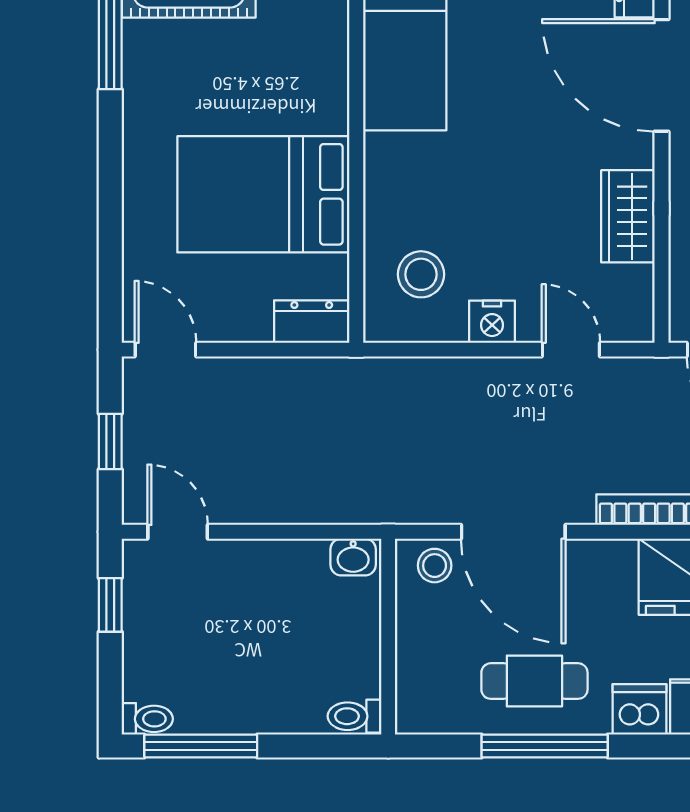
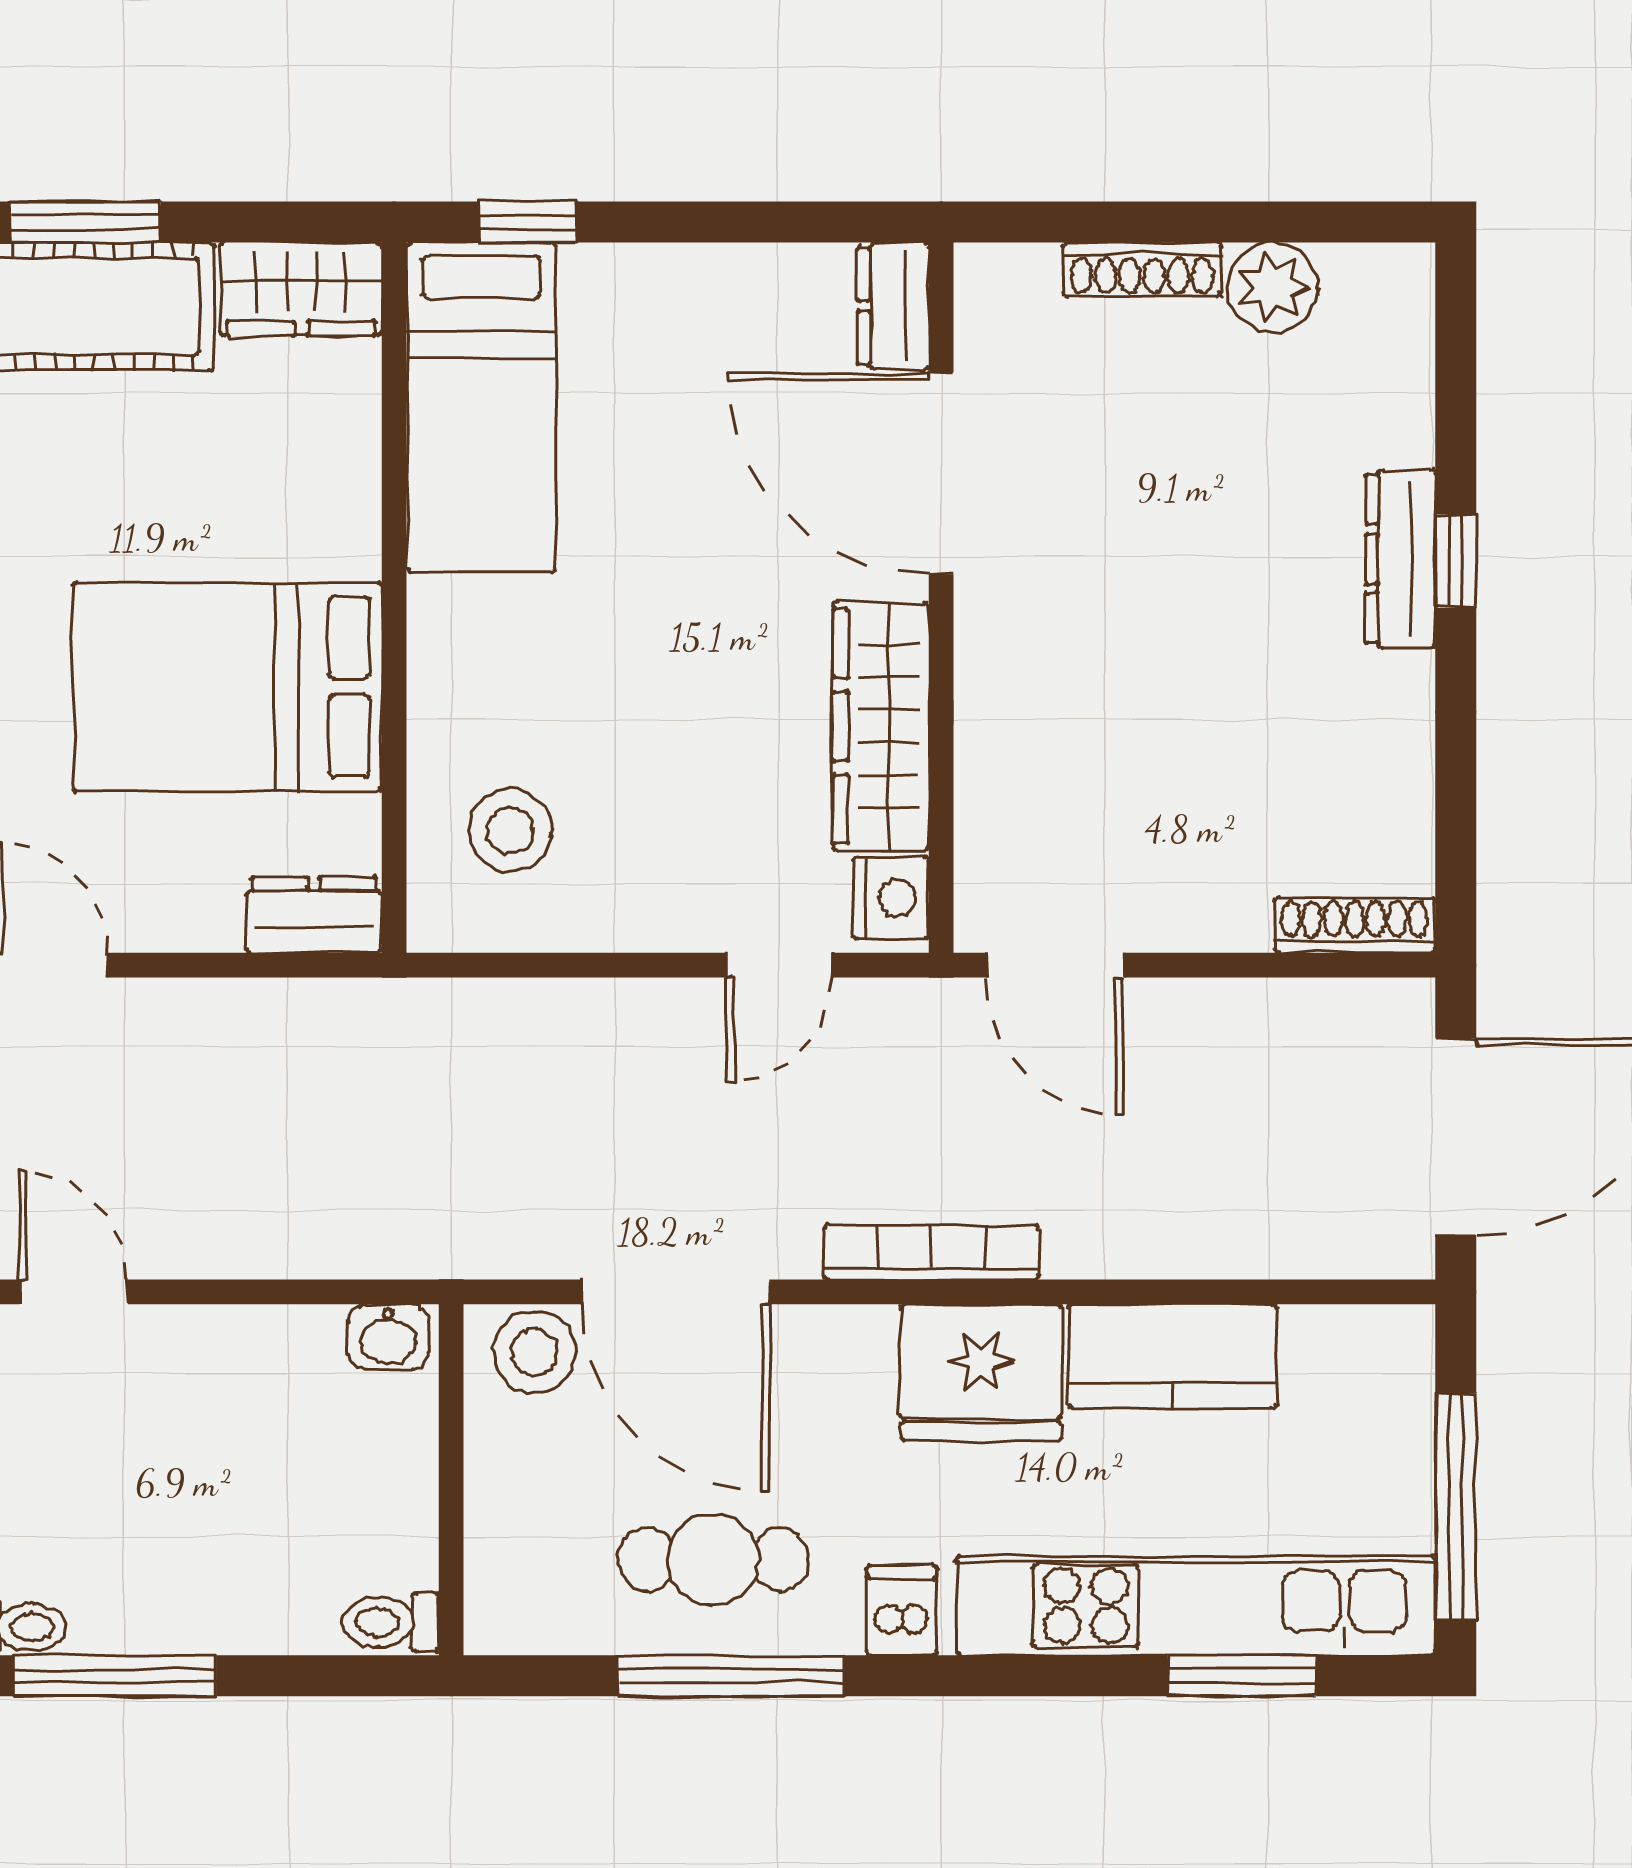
wardrobe: (628, 216) -> (881, 726), width x1.50
nightstand: (492, 322) -> (891, 898), moved, turned -90
door: (571, 350) -> (779, 965), swing flipped
stool: (435, 566) -> (534, 1352), width x1.37, depth x1.37
dishwasher: (639, 709) -> (902, 1610), width x0.73

